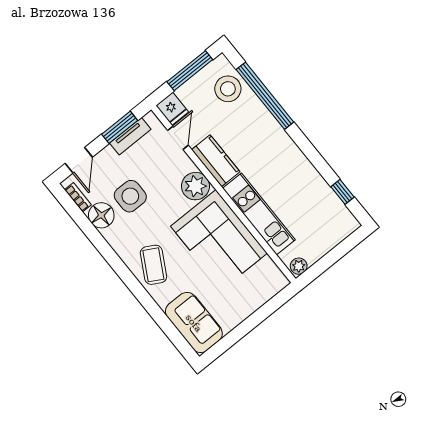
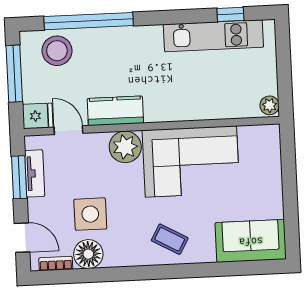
kitchen unit: (259, 214) -> (213, 36), moved, turned 180
coffee table: (153, 265) -> (170, 239), width x0.73, depth x0.77

